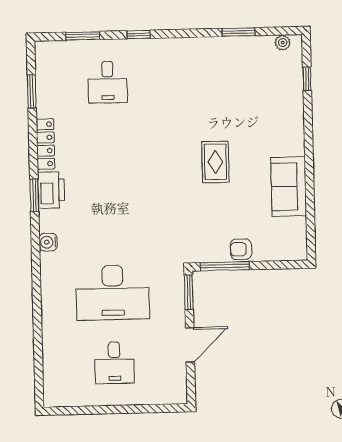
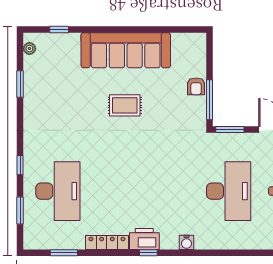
desk: (108, 82) -> (58, 191), width x1.87, depth x1.30
sofa: (289, 187) -> (126, 50), width x1.85, depth x1.27
window: (34, 195) -> (148, 253), width x0.67

